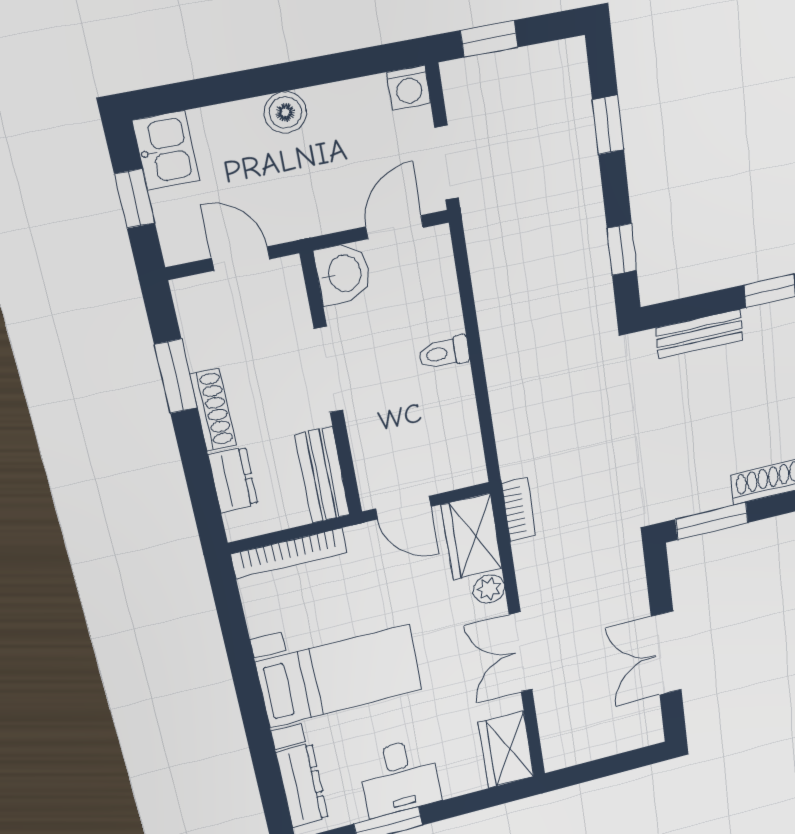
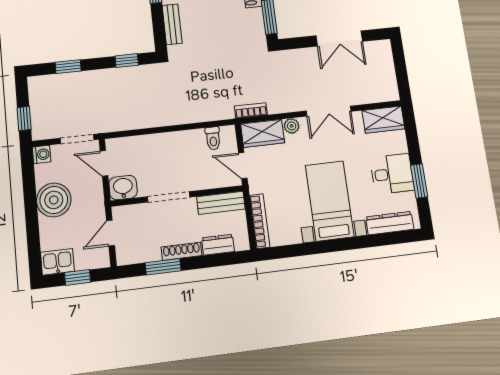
boiler: (285, 112) -> (54, 200), width x1.86, depth x1.86
toilet: (444, 353) -> (213, 138), moved
door: (403, 508) -> (243, 166), swing flipped

